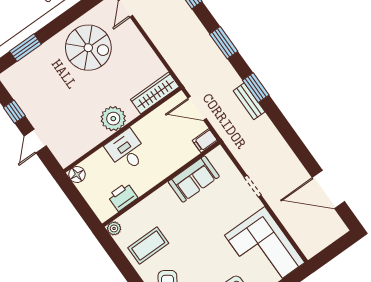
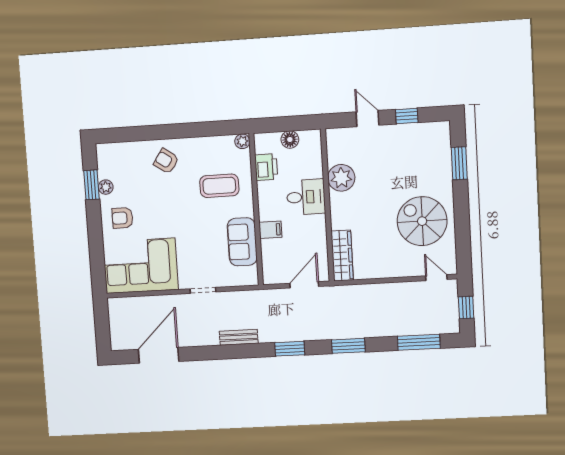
spiral stairs: (88, 48) -> (422, 221), turned 90
bench: (249, 101) -> (239, 337), moved
plant: (113, 119) -> (341, 178), moved
filing cabinet: (205, 141) -> (270, 230), moved, turned 90
floor lamp: (77, 174) -> (290, 140), moved
coffee table: (148, 246) -> (219, 186), moved, turned 90

